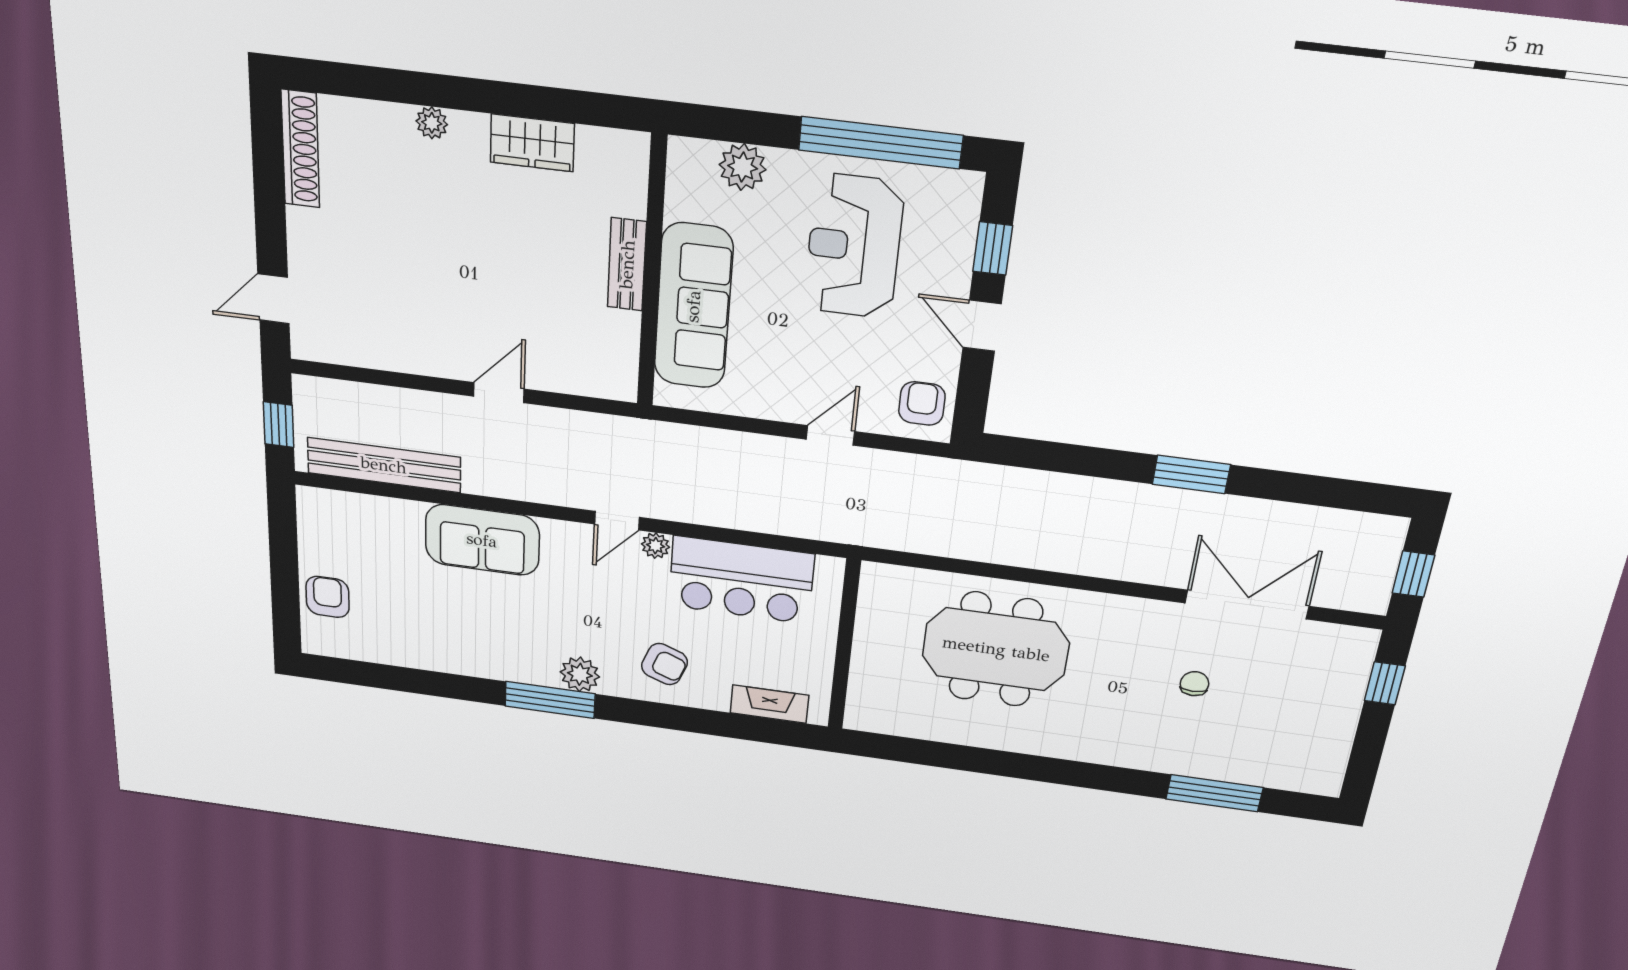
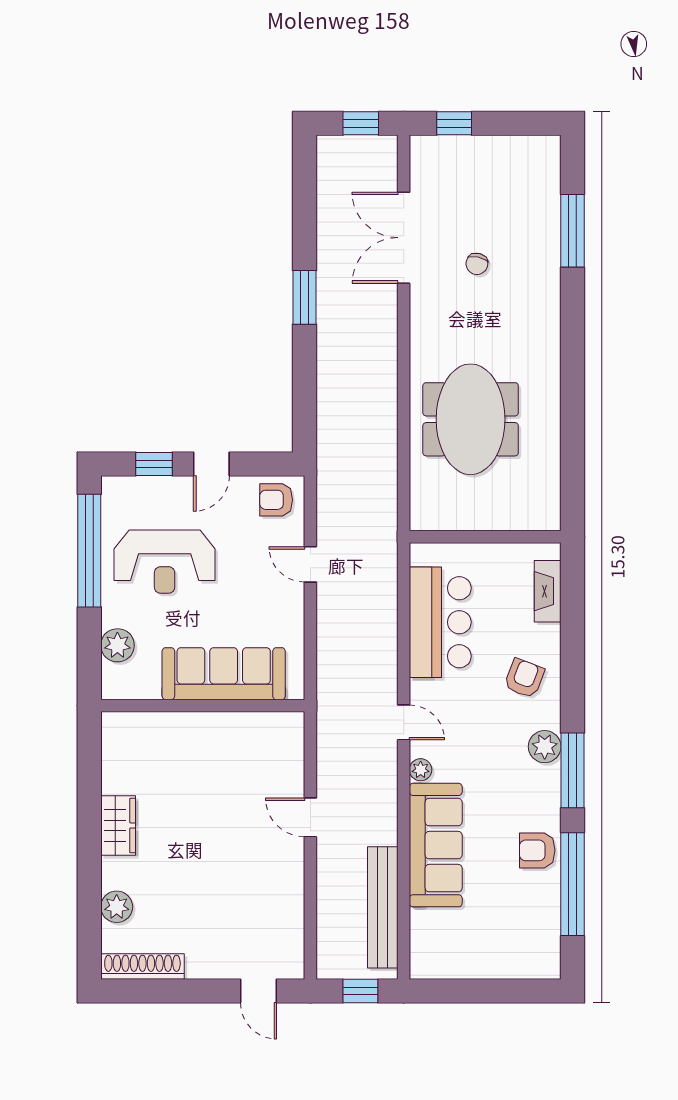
plant: (432, 123) -> (117, 907), moved, width x1.38, depth x1.38
wardrobe: (532, 143) -> (118, 825), moved
bench: (627, 264) -> (198, 724), removed
sofa: (482, 540) -> (436, 845), width x1.36
plant: (655, 546) -> (421, 770), moved
armchair: (328, 597) -> (537, 850), moved
window: (414, 681) -> (572, 884), added
chair: (1194, 684) -> (477, 264), turned -77

